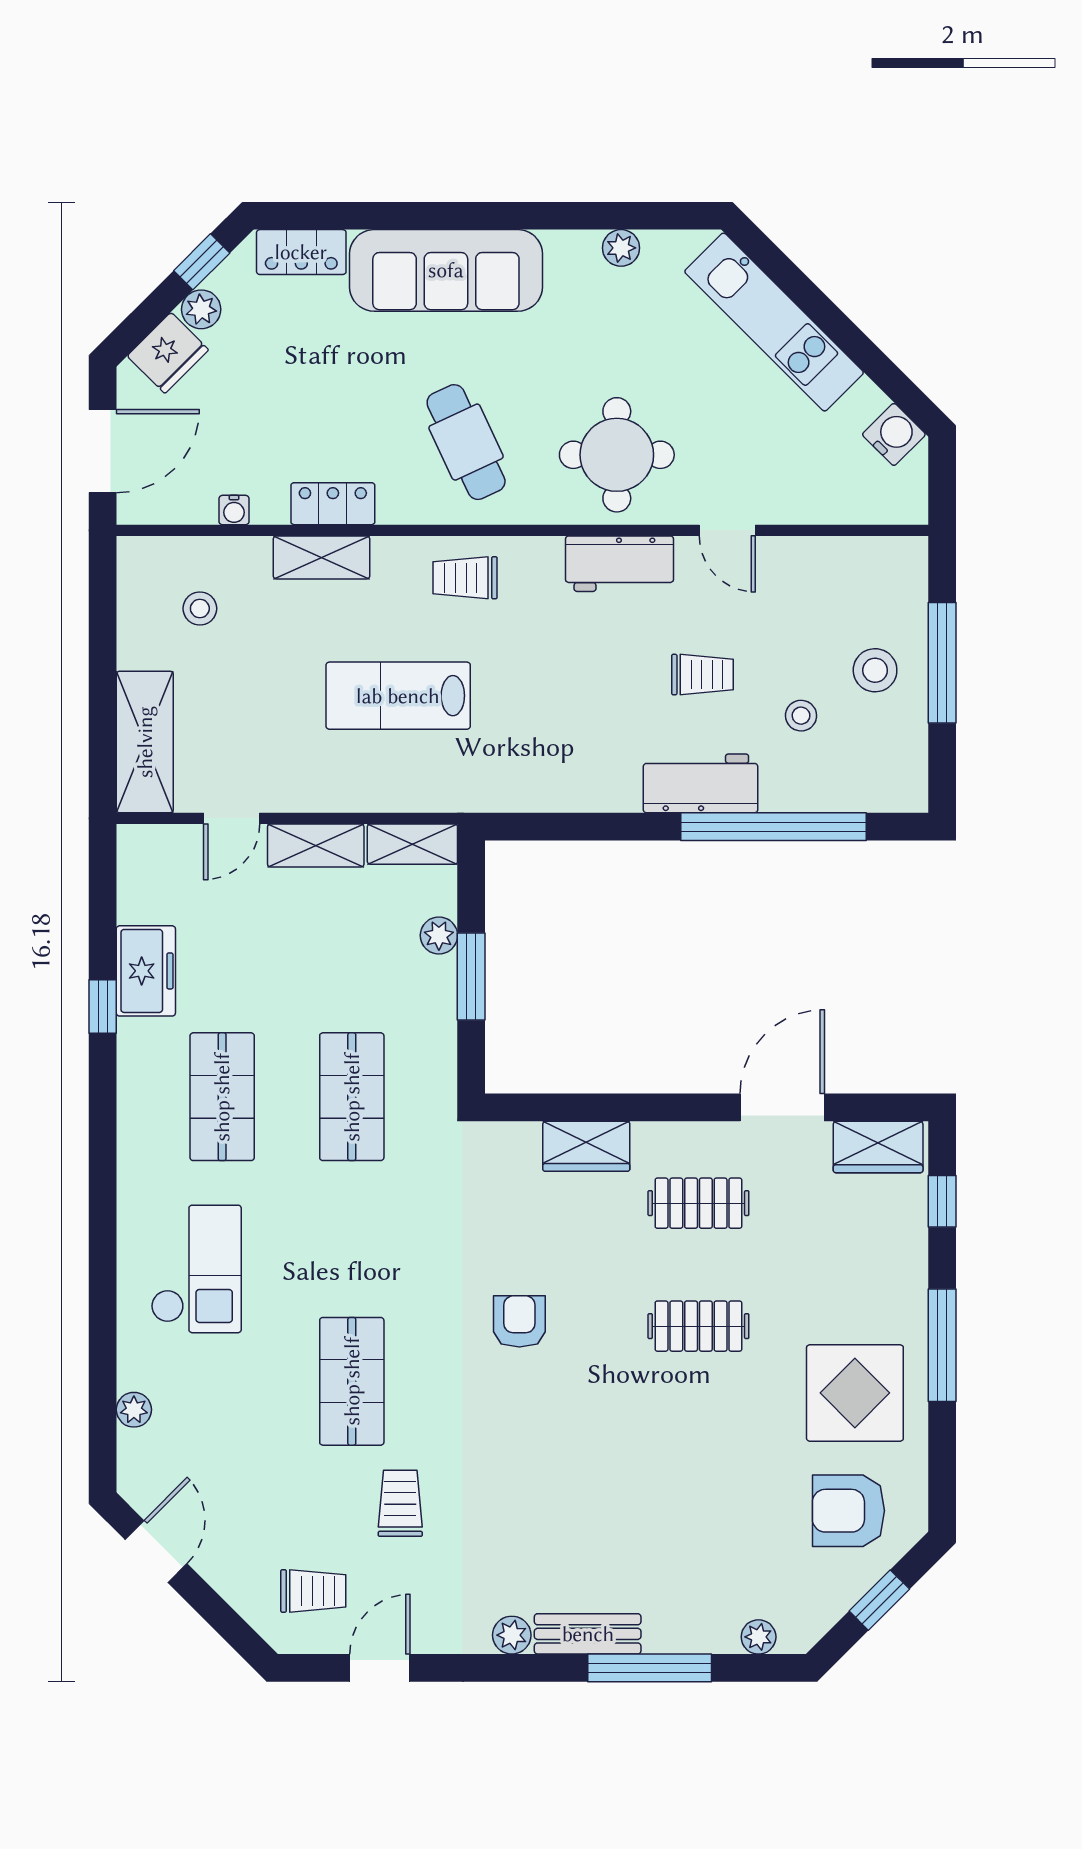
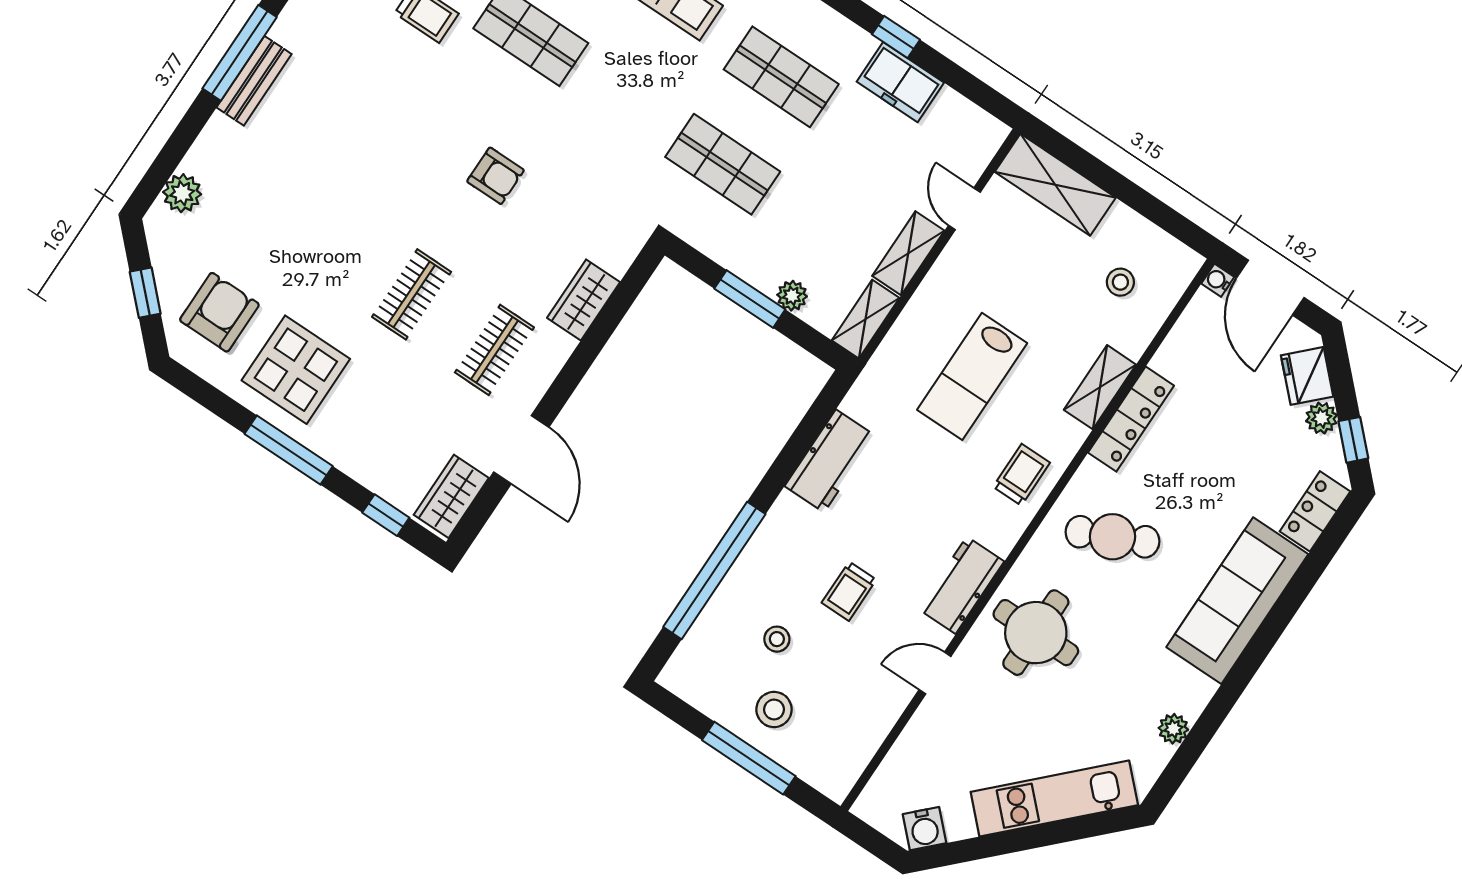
locker: (333, 504) -> (1131, 419), width x1.53
water cooler: (234, 510) -> (1218, 280), moved
lab bench: (398, 696) -> (972, 376), turned 180
workbench: (701, 783) -> (830, 461), moved
plant: (512, 1635) -> (287, 29), removed
plant: (759, 1637) -> (182, 193), width x1.38, depth x1.38
window: (650, 1668) -> (240, 53), moved

